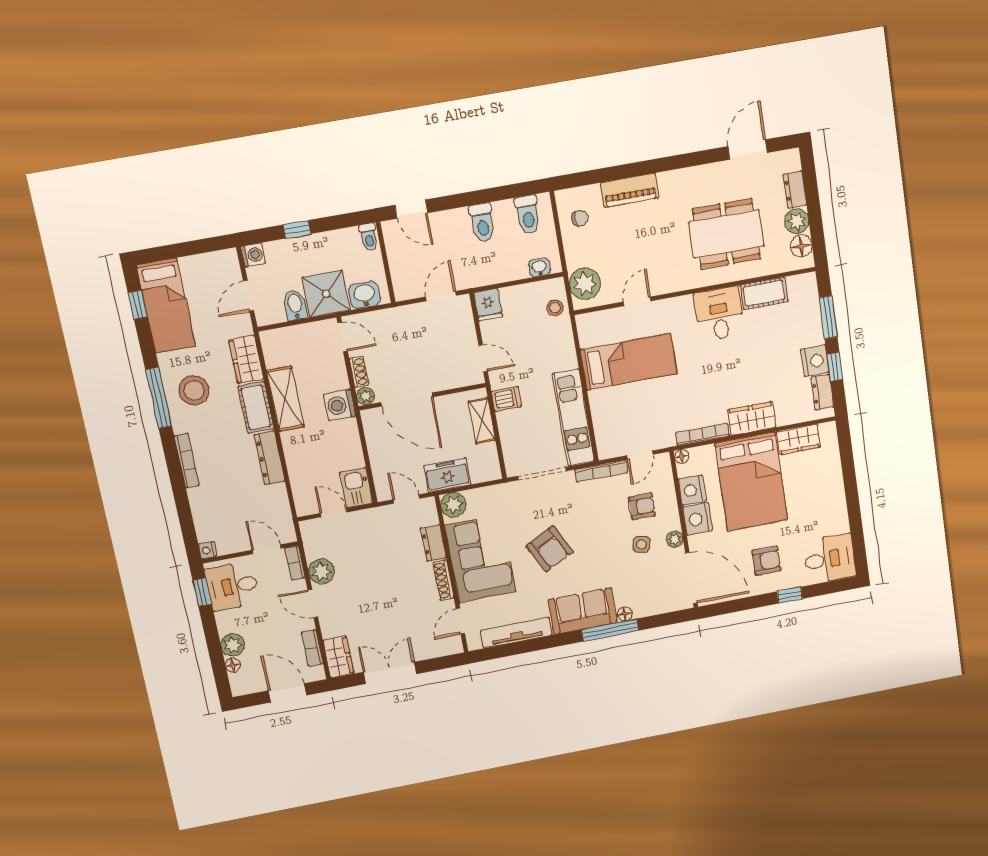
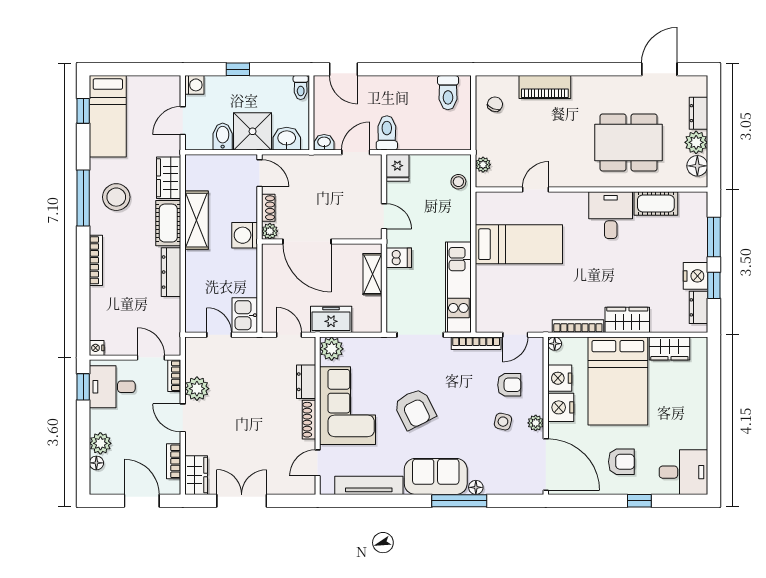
chair: (580, 218) -> (495, 104), turned -68
toilet: (482, 223) -> (387, 133), moved, turned 180
washbasin: (539, 268) -> (324, 142), moved
plant: (585, 284) -> (483, 165), width x0.53, depth x0.53

